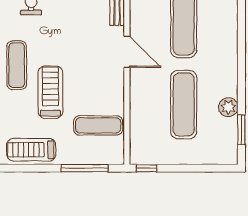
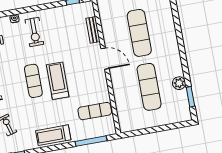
treadmill: (50, 92) -> (58, 81), moved
window: (147, 168) -> (132, 134), removed

